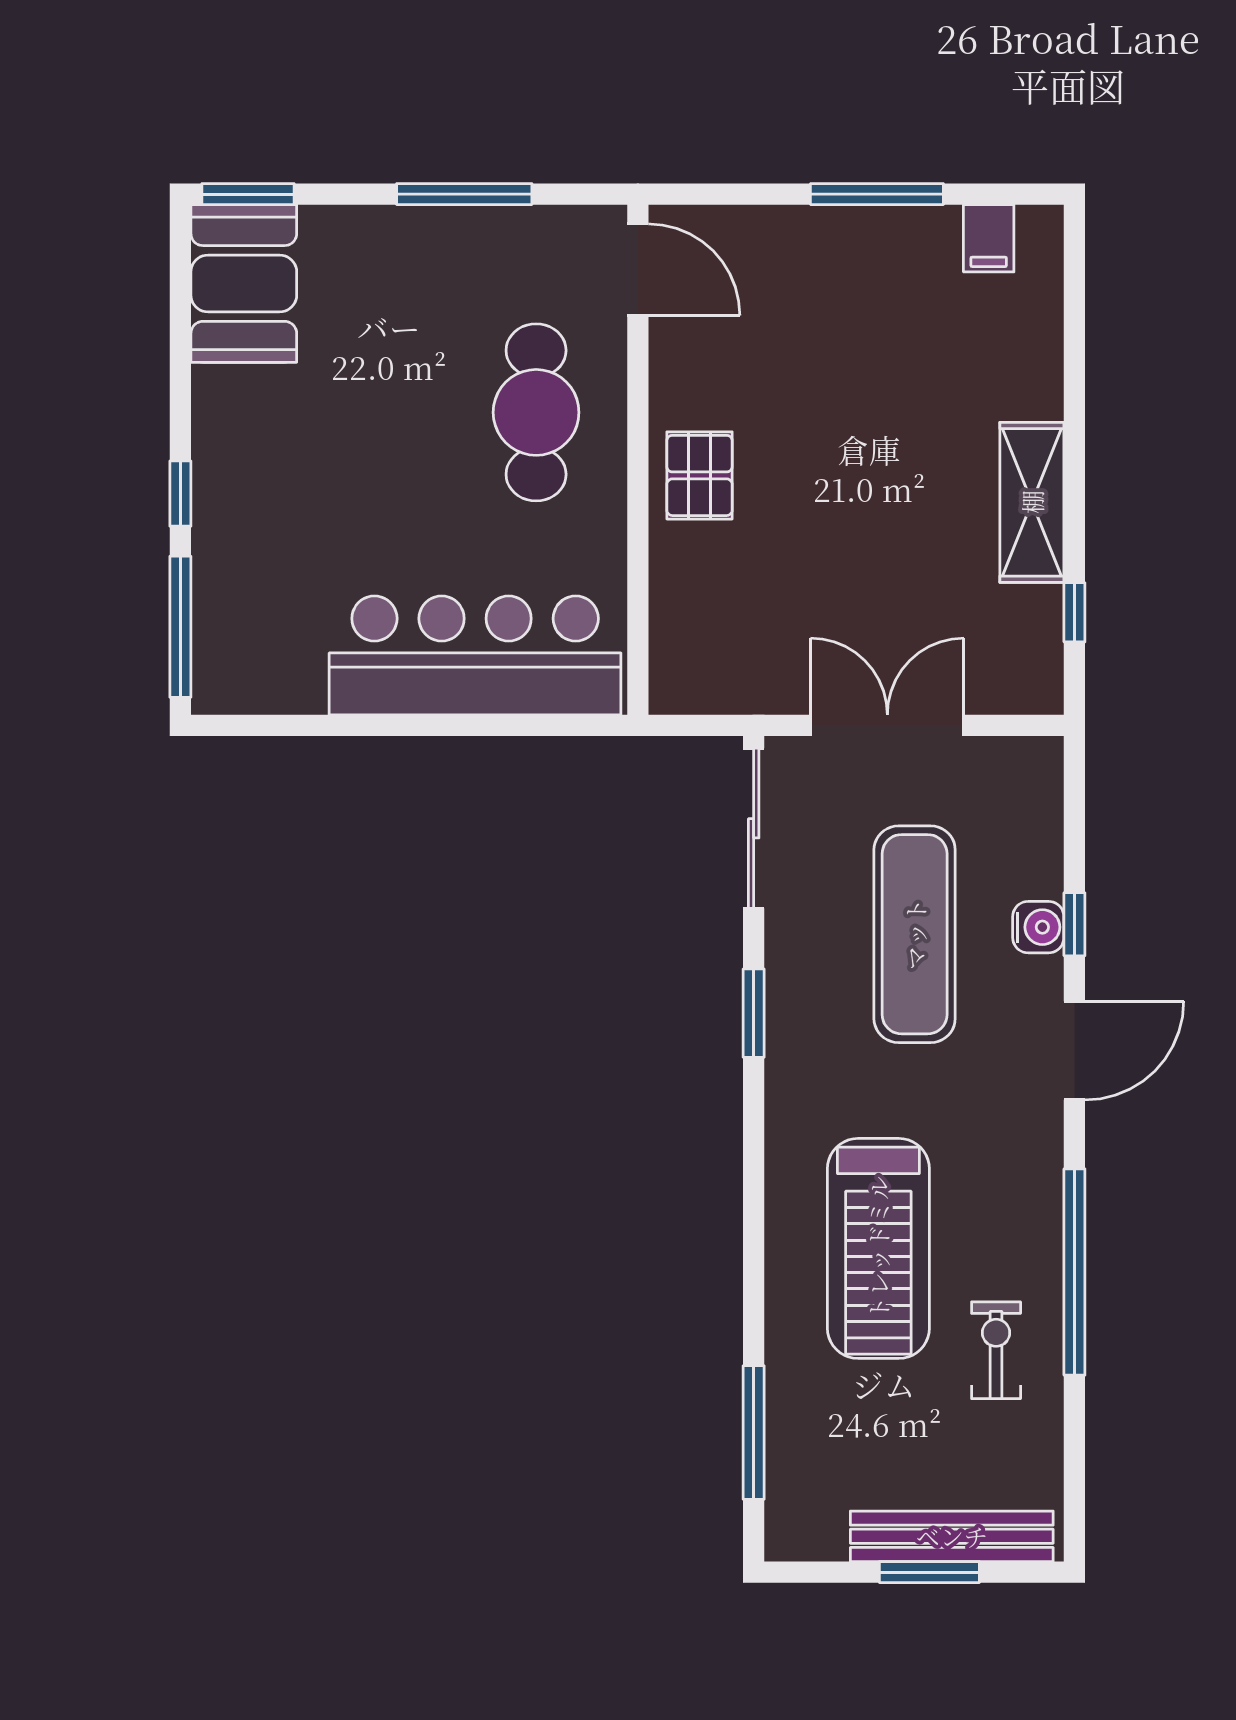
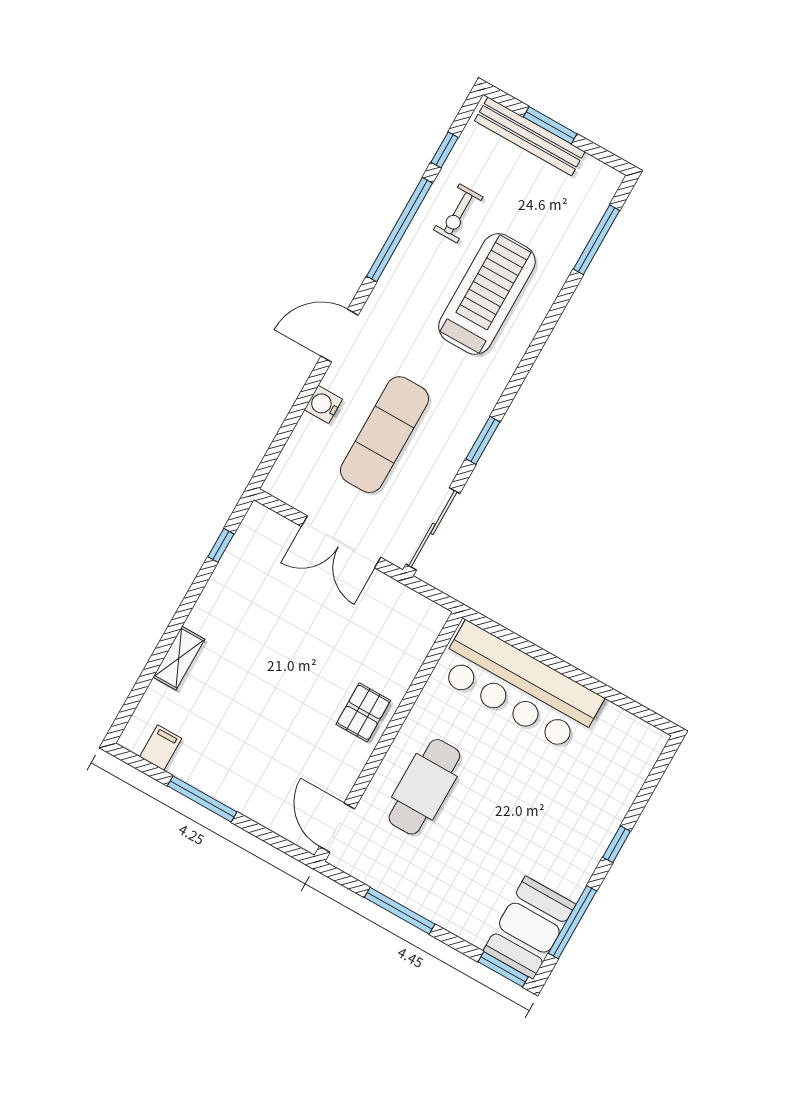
shelving: (1032, 502) -> (179, 658), moved, width x0.67, depth x0.75
window: (180, 627) -> (573, 922), moved
window: (1074, 924) -> (445, 150), moved

